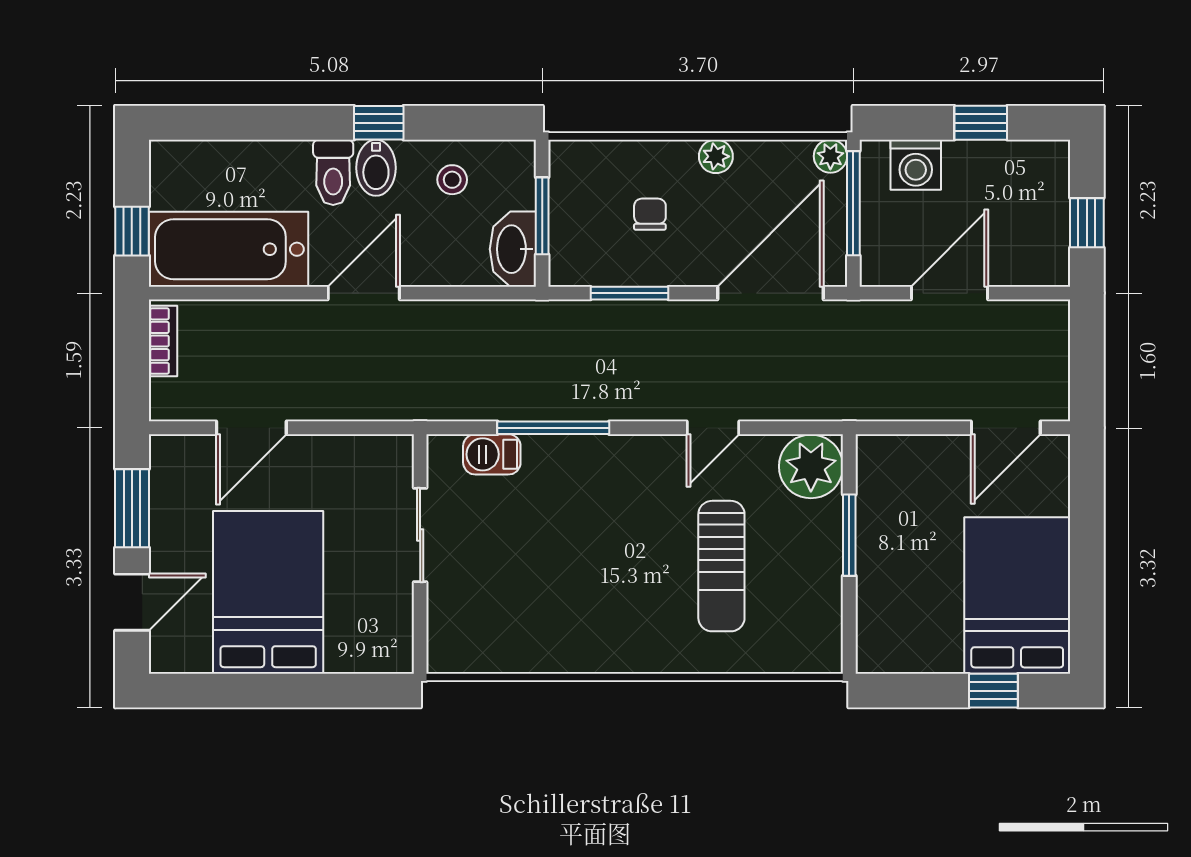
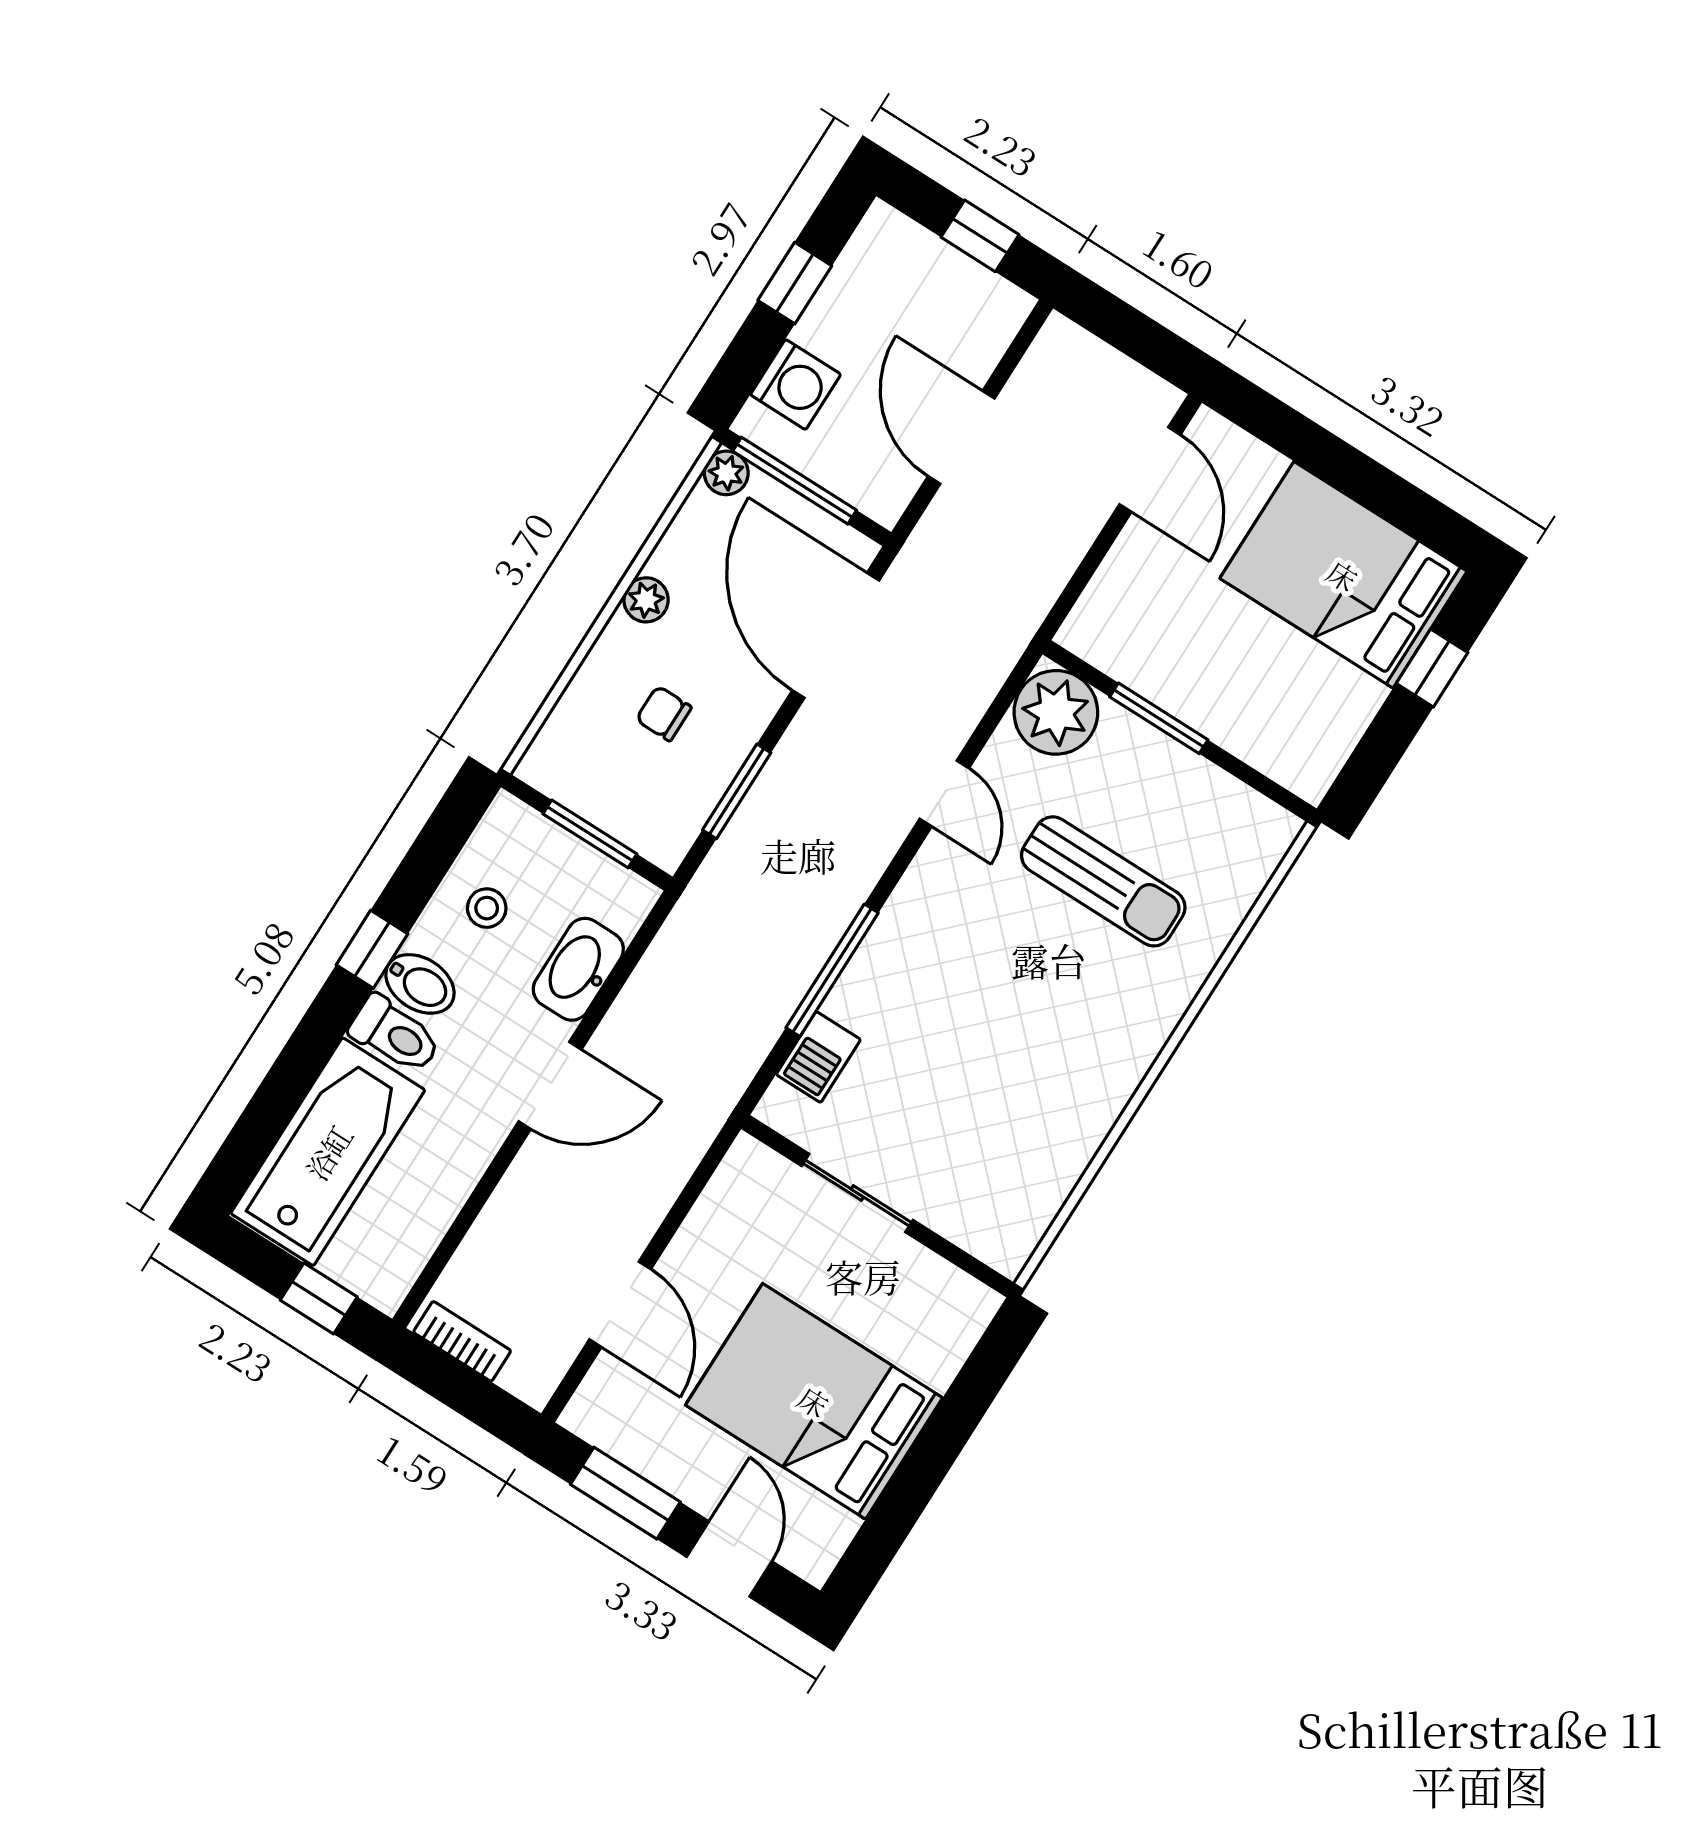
bathtub: (228, 249) -> (328, 1152), moved, turned 180
washbasin: (513, 249) -> (578, 969), moved, turned 90
door: (364, 293) -> (550, 1085), swing flipped

